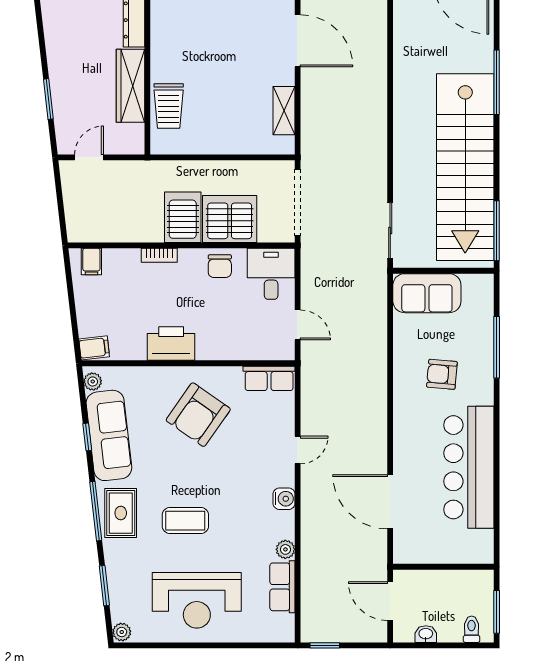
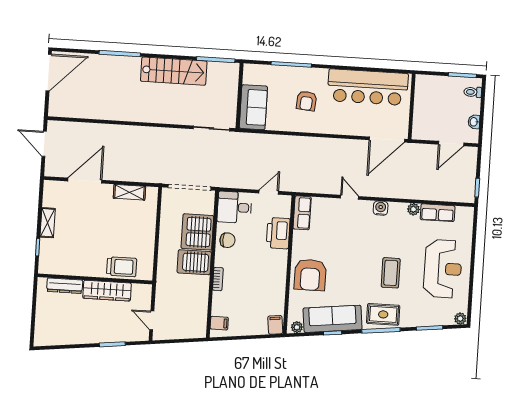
stairs: (465, 167) -> (174, 71), width x0.54, depth x0.66
printer: (171, 343) -> (278, 233), moved
armchair: (198, 415) -> (310, 275), moved, turned 55
wall: (443, 567) -> (412, 106), moved

